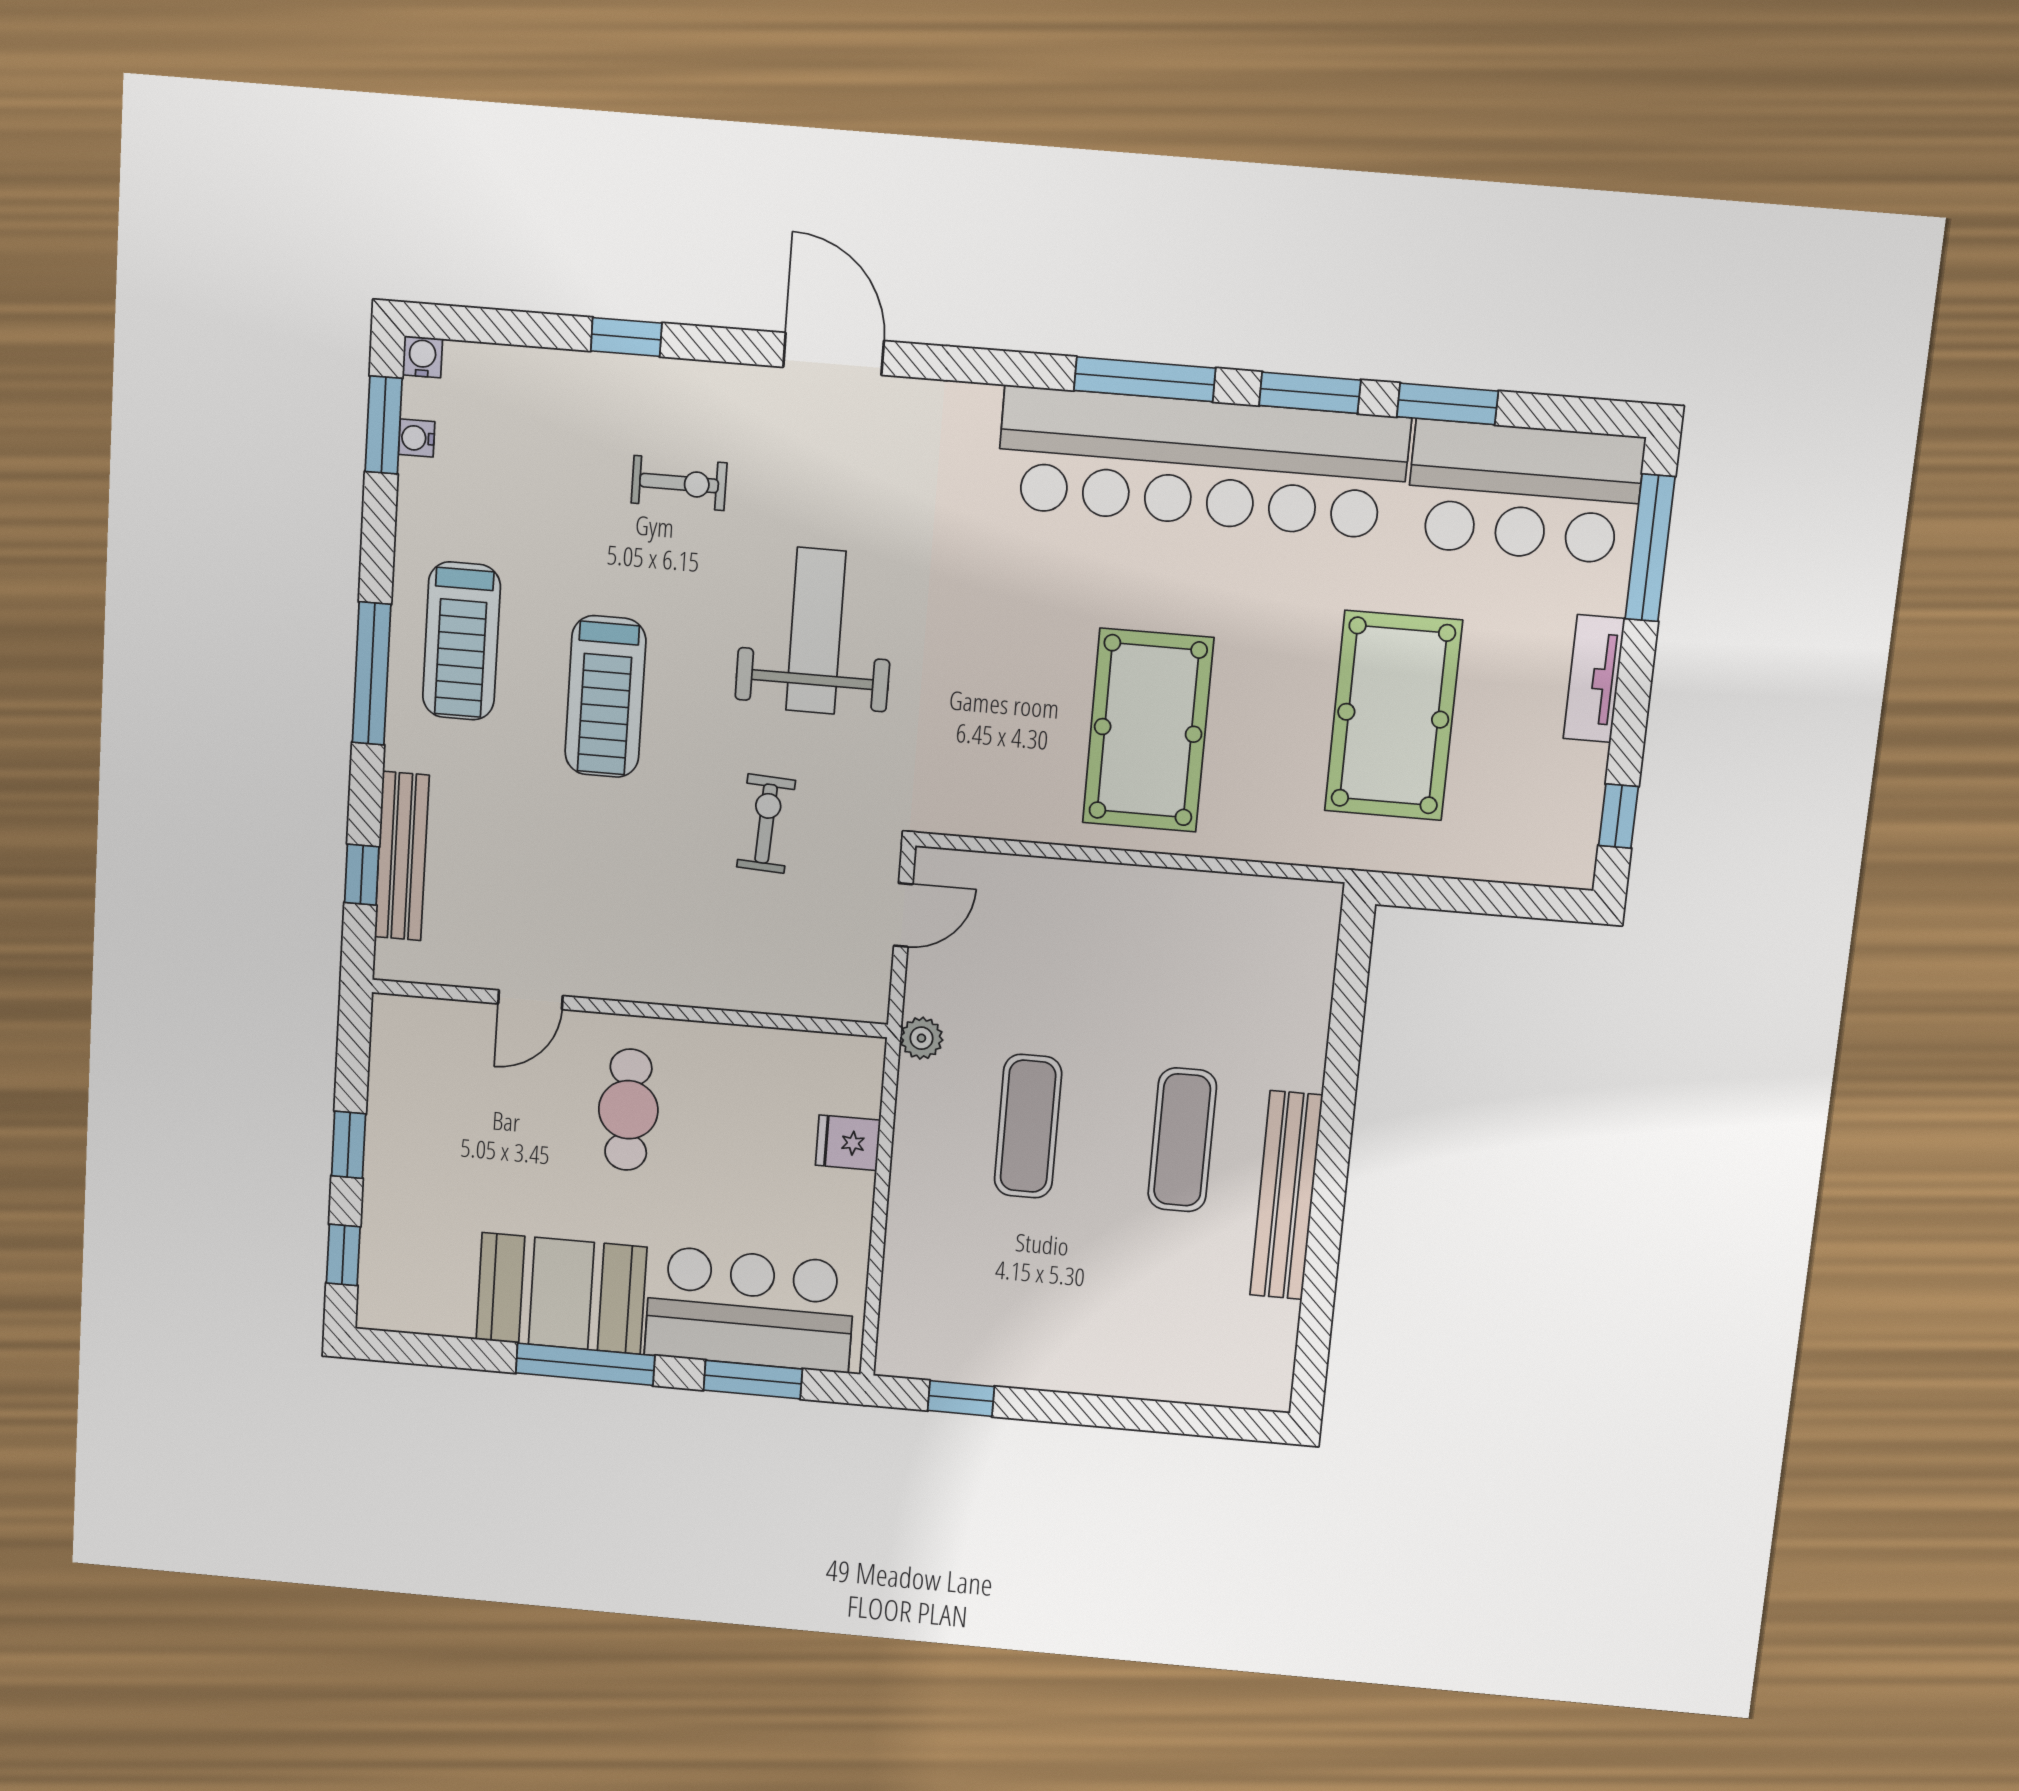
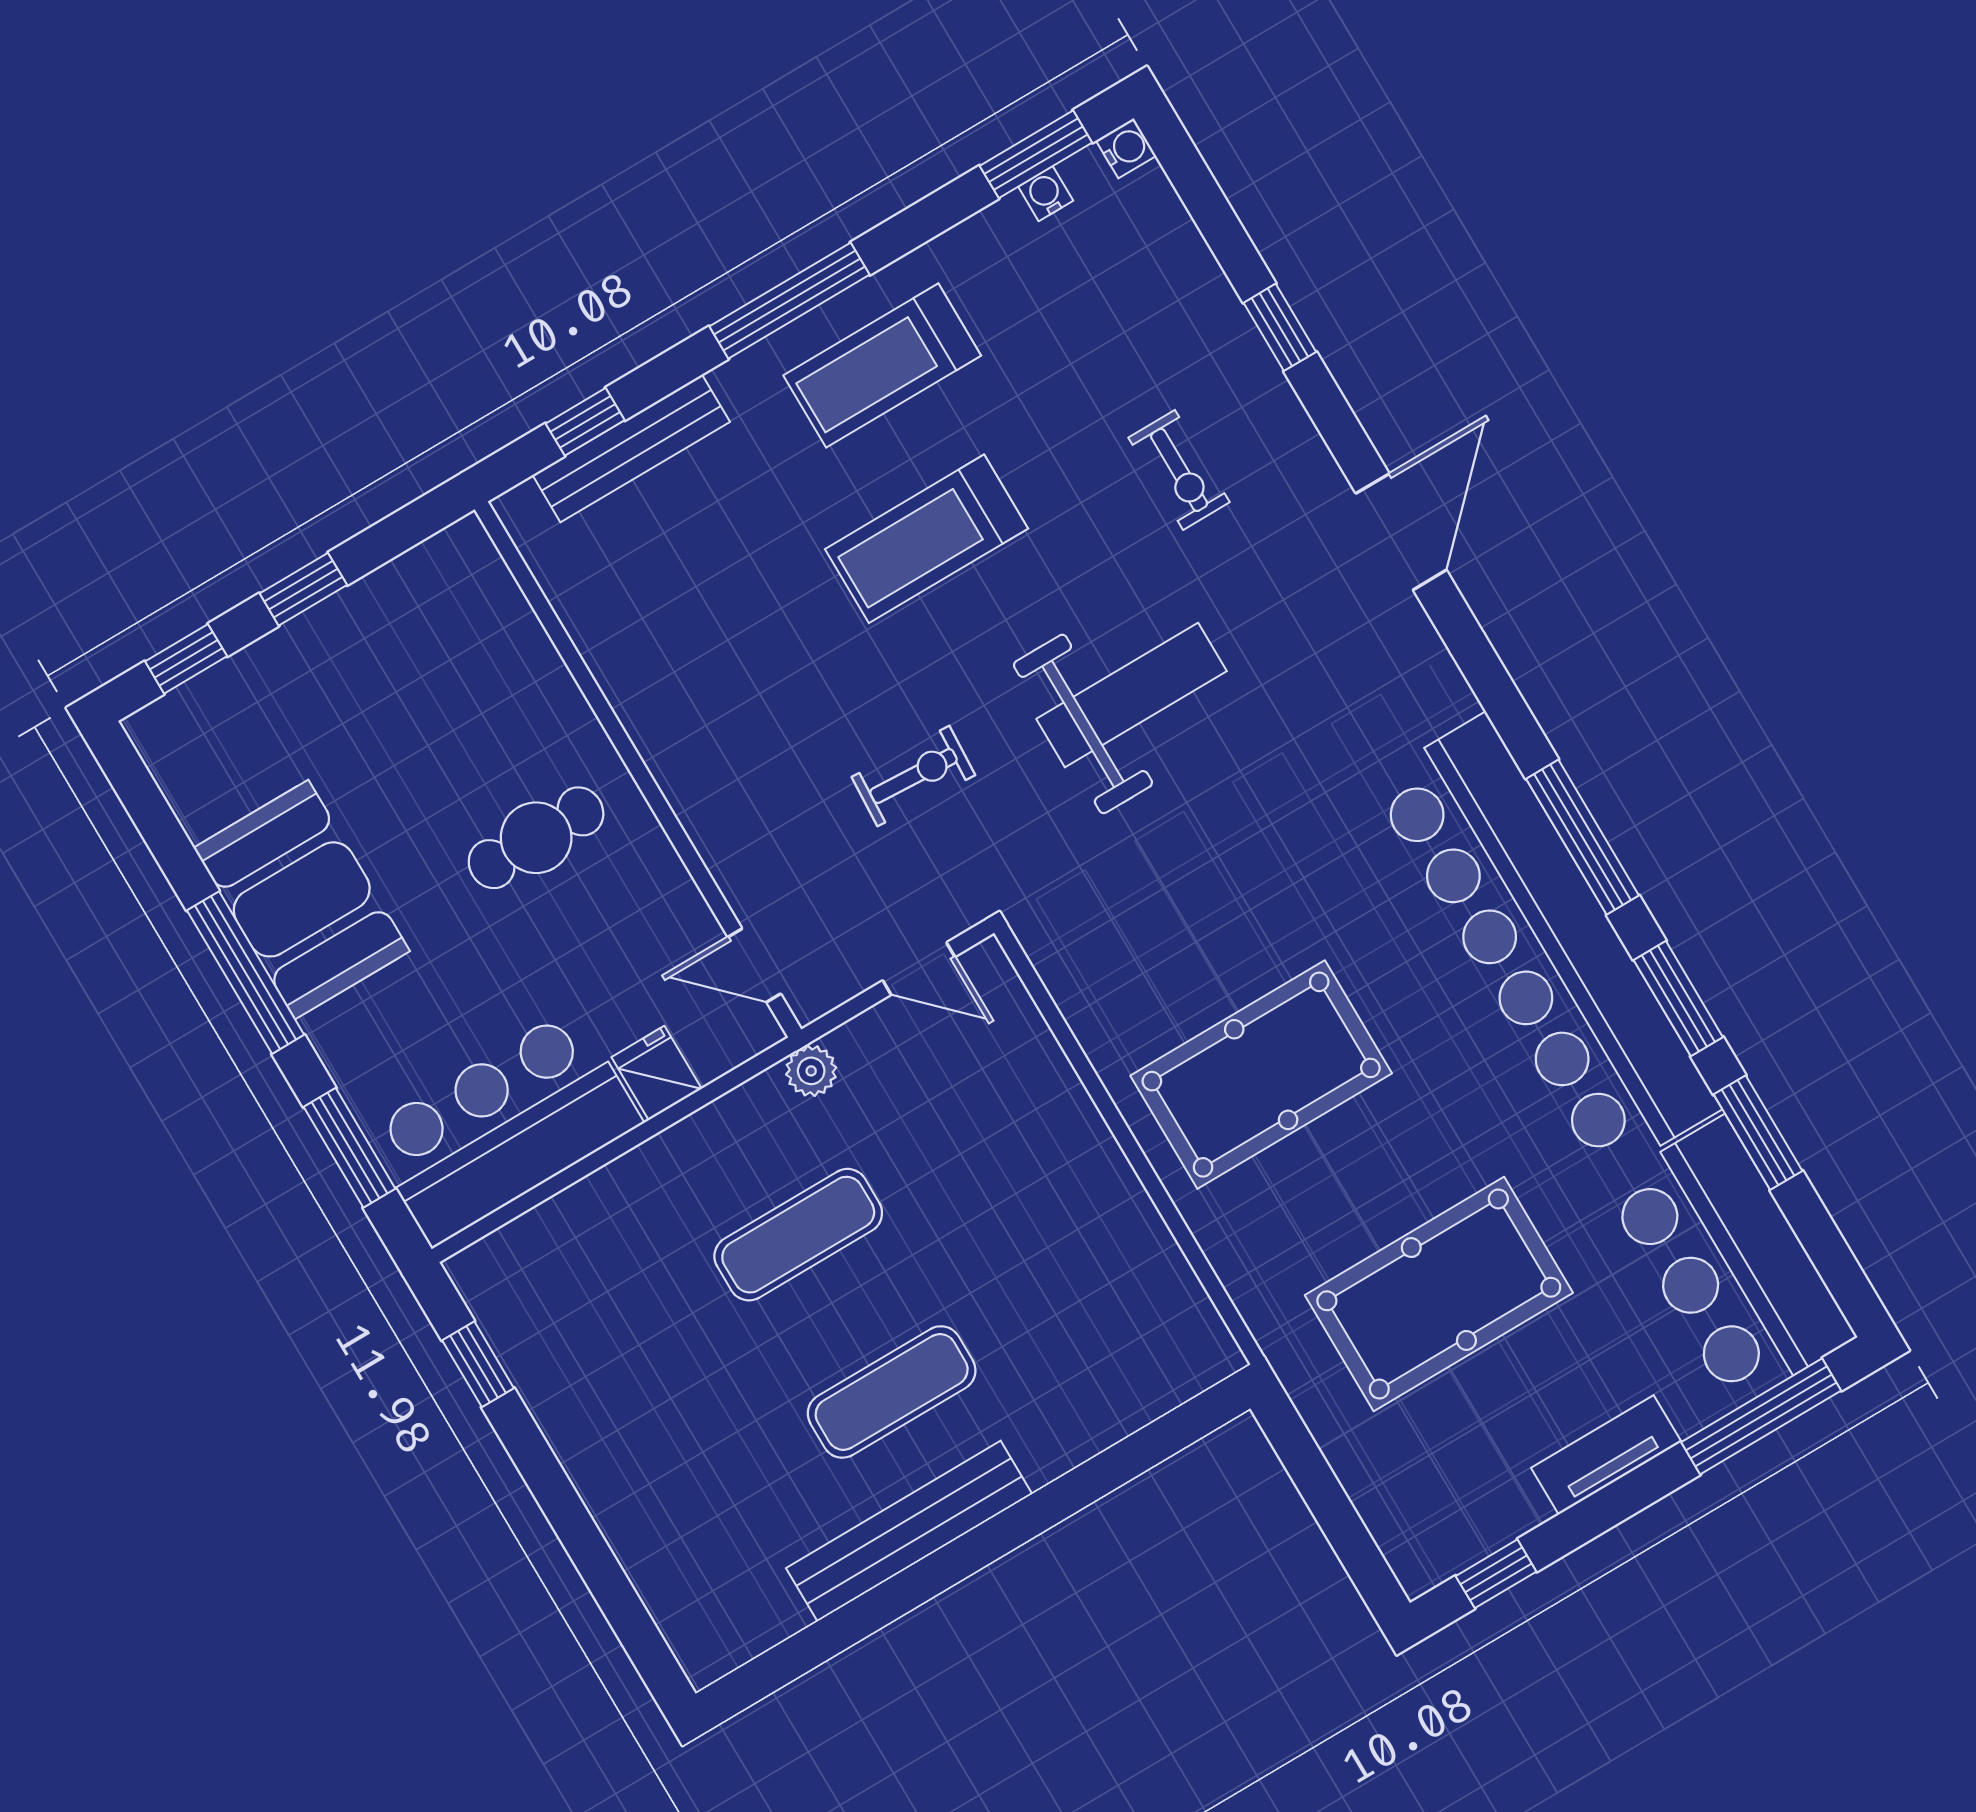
door: (530, 1000) -> (754, 965), moved
bar counter: (750, 1309) -> (503, 1127), moved, turned -90

